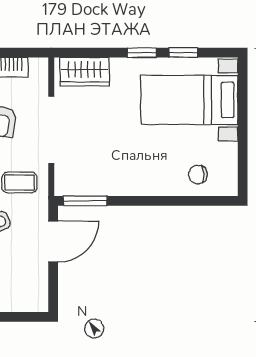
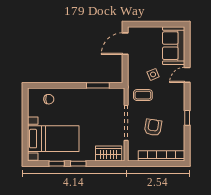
window: (85, 201) -> (98, 85), moved
door: (53, 242) -> (125, 44), moved

